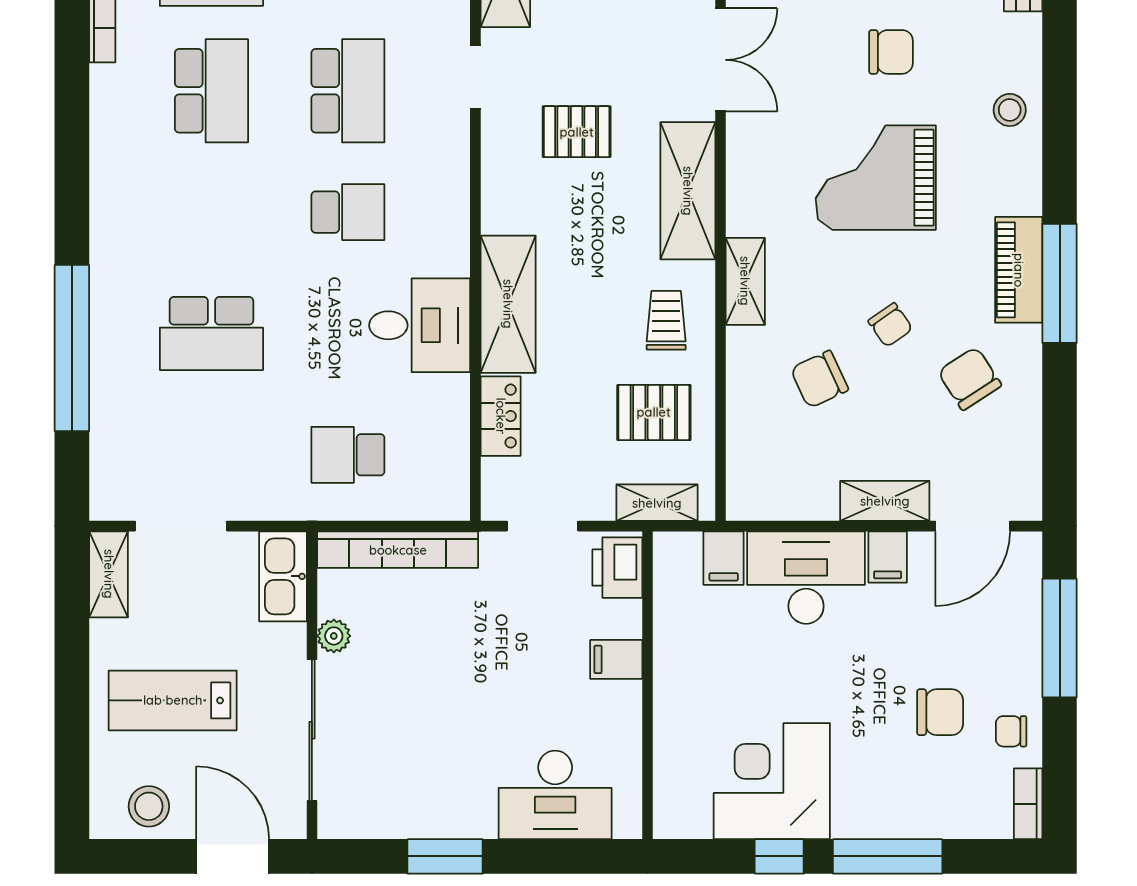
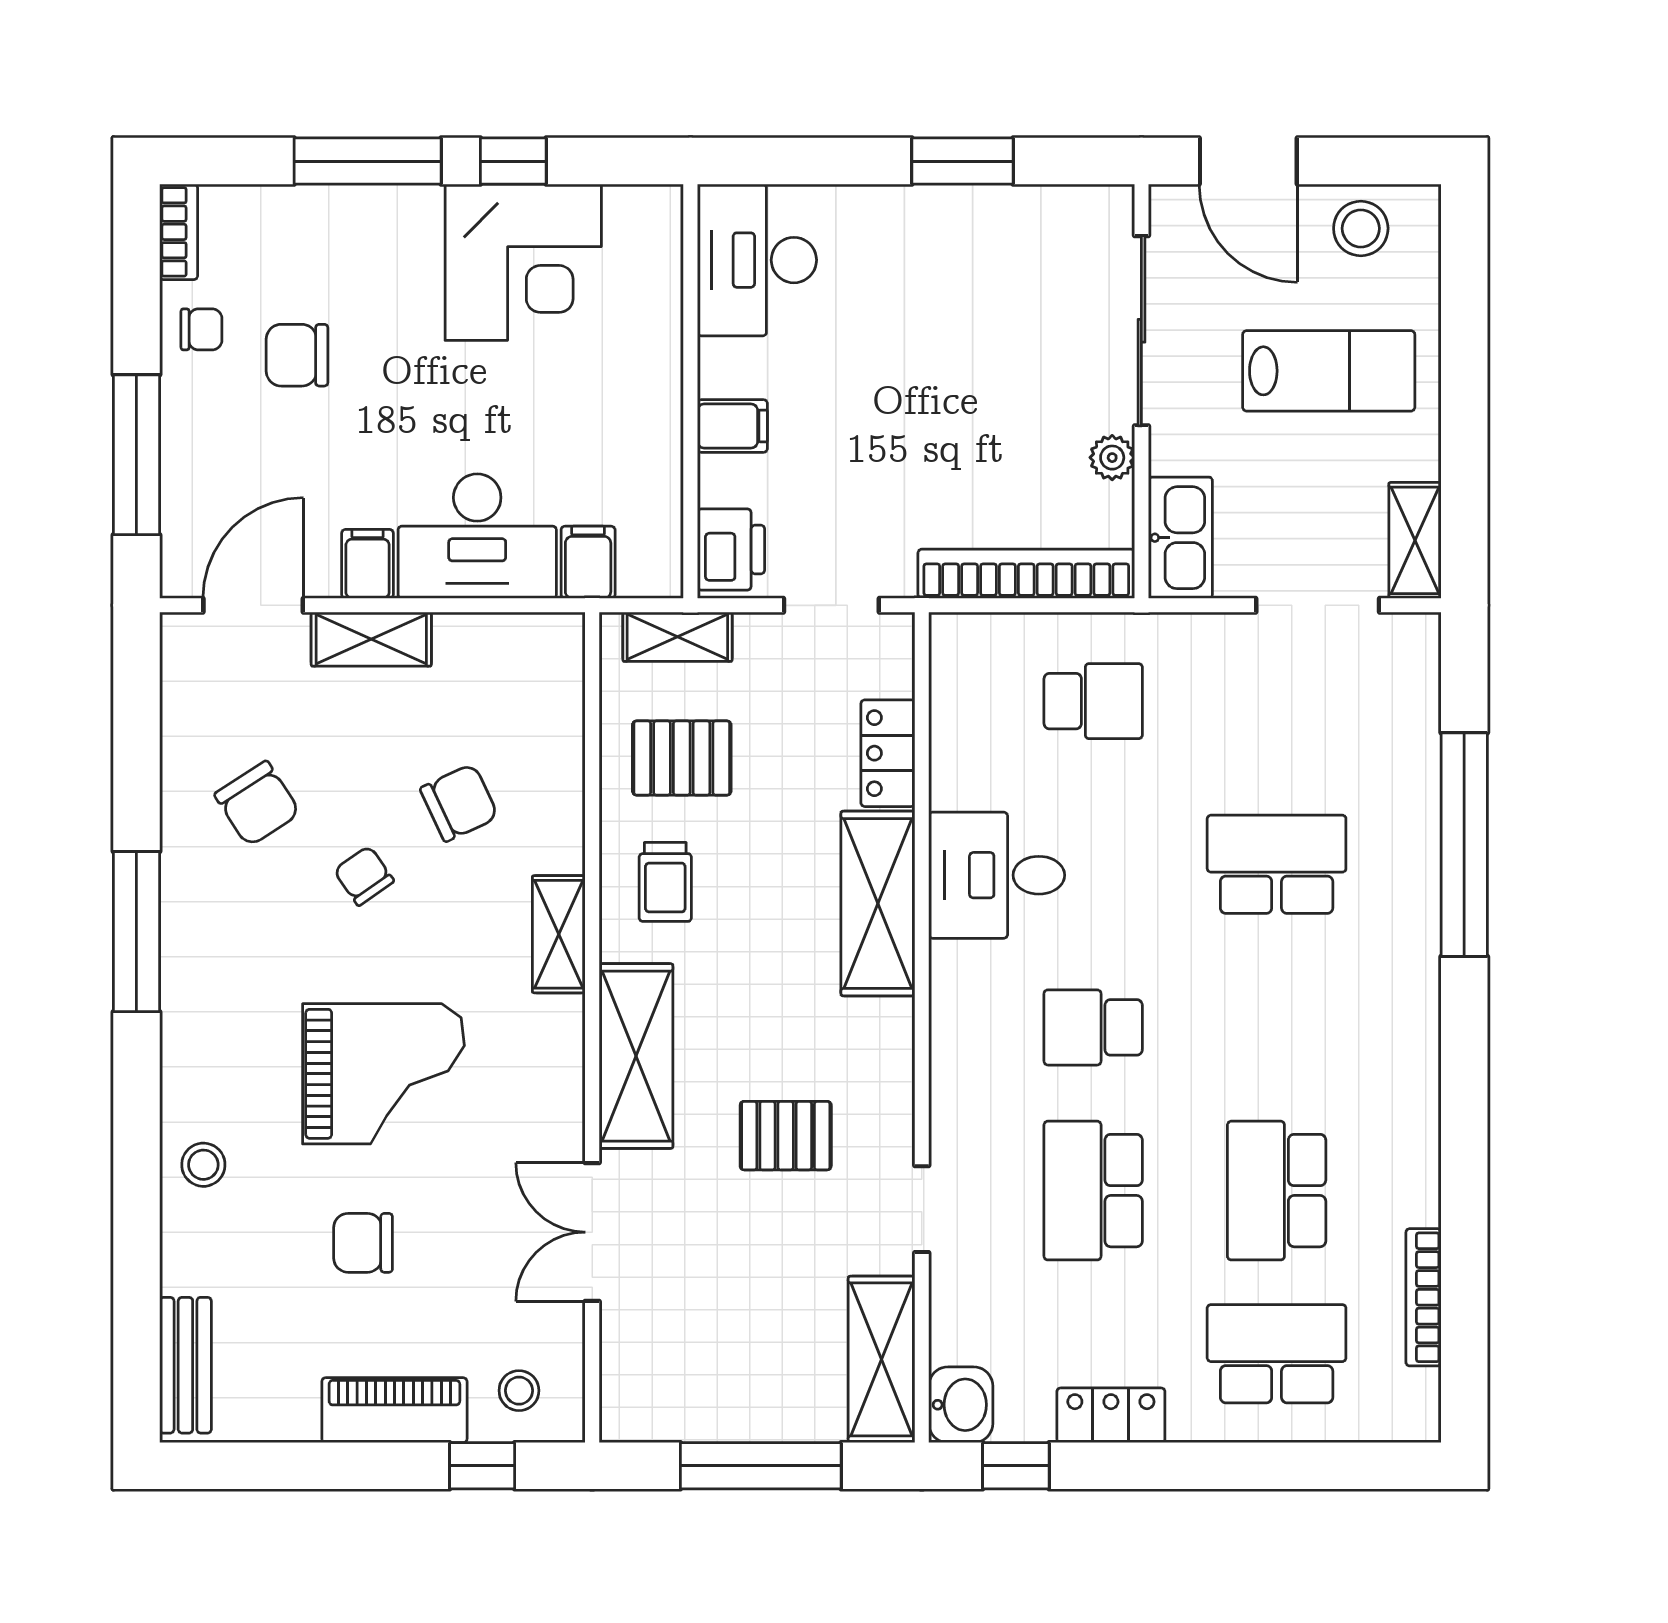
piano: (1019, 270) -> (191, 950), removed
desk: (555, 795) -> (757, 260), moved, turned -90

